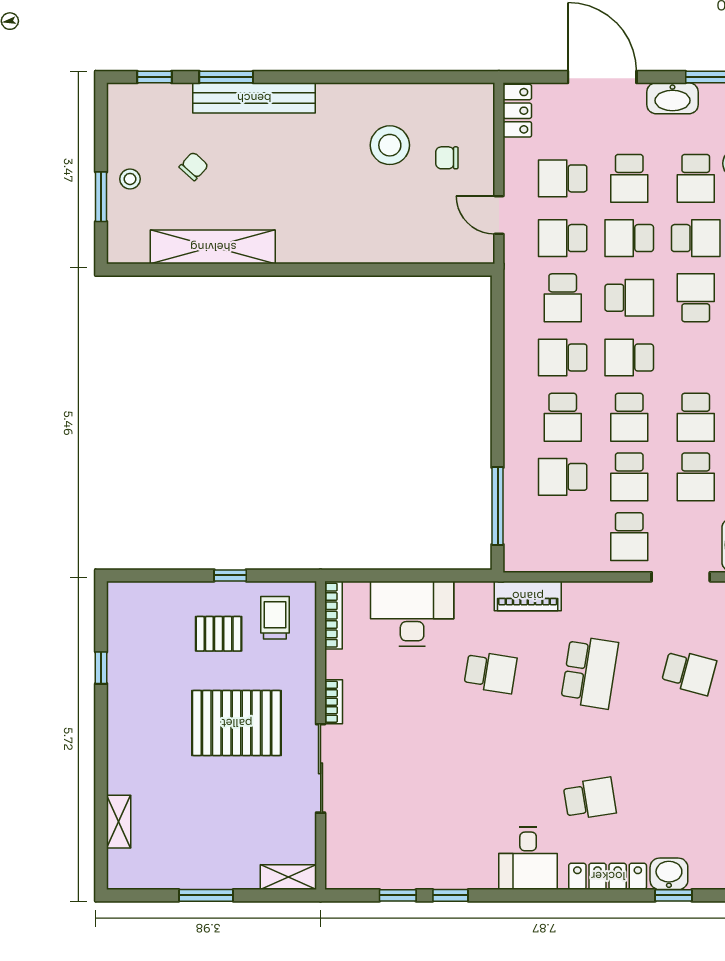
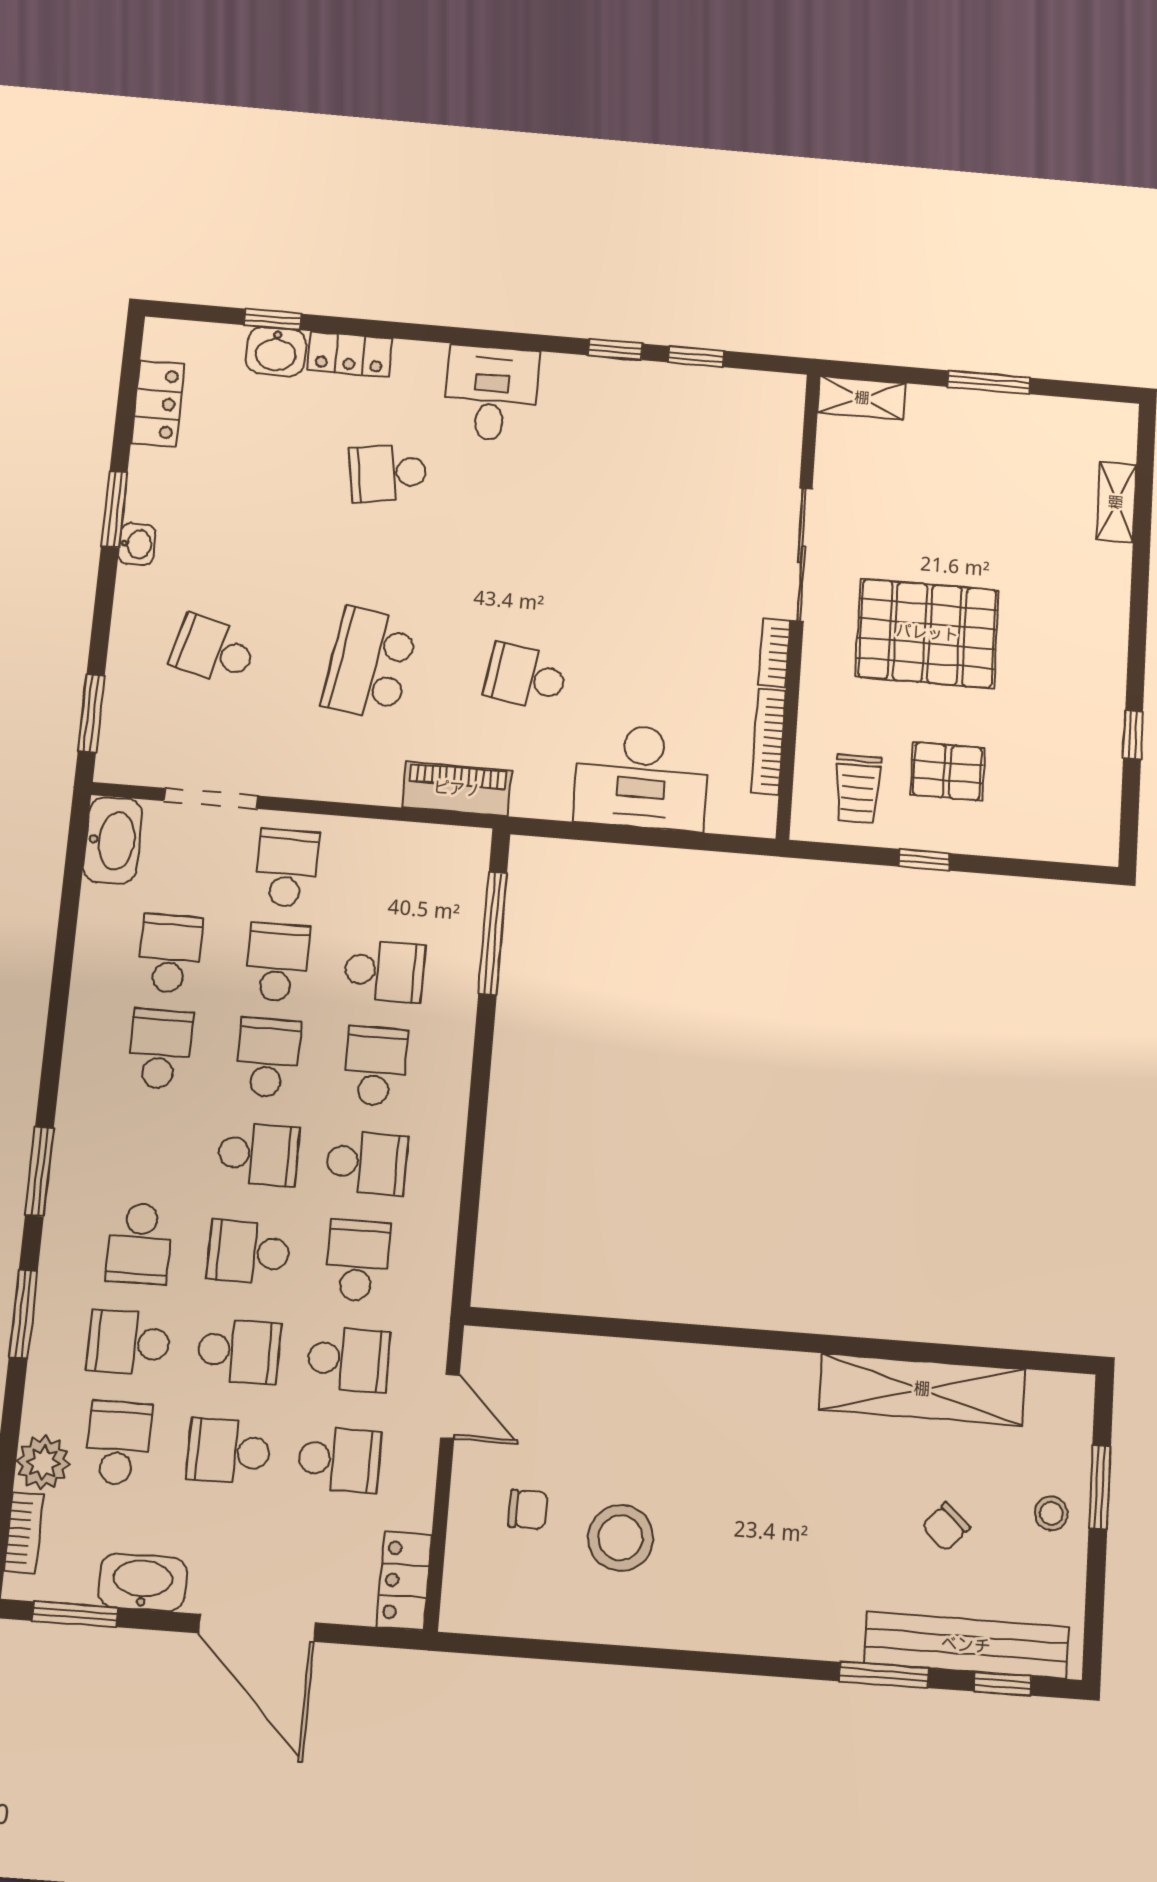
bench: (254, 98) -> (966, 1645), moved
school desk: (629, 178) -> (229, 1451), turned -90
bookcase: (333, 615) -> (769, 742), moved
locker: (608, 876) -> (350, 354), width x0.66

